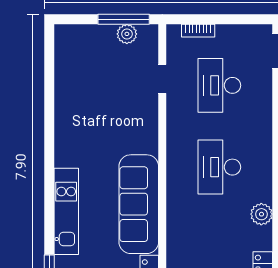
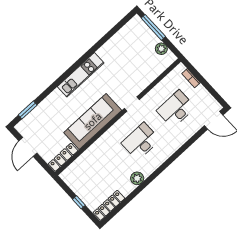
window: (124, 19) -> (153, 27), moved
doorway: (162, 79) -> (132, 104), moved
kitchen unit: (66, 211) -> (81, 75), moved

